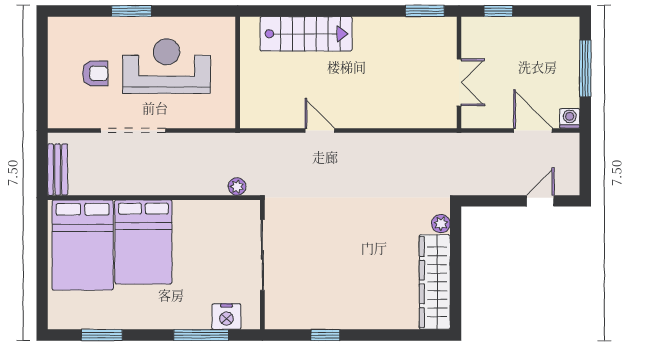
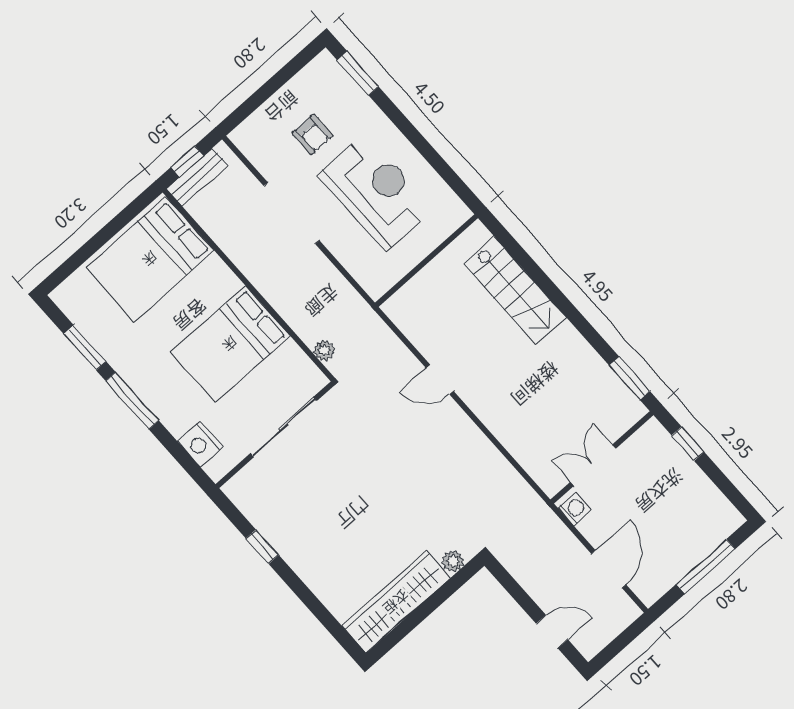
window: (131, 11) -> (358, 73), moved
double door: (459, 82) -> (593, 465), swing flipped
washing machine: (570, 118) -> (575, 509), moved
door: (320, 131) -> (440, 380), swing flipped
window: (42, 167) -> (187, 162), added
bed: (143, 242) -> (230, 344), moved
window: (201, 335) -> (132, 401), moved

